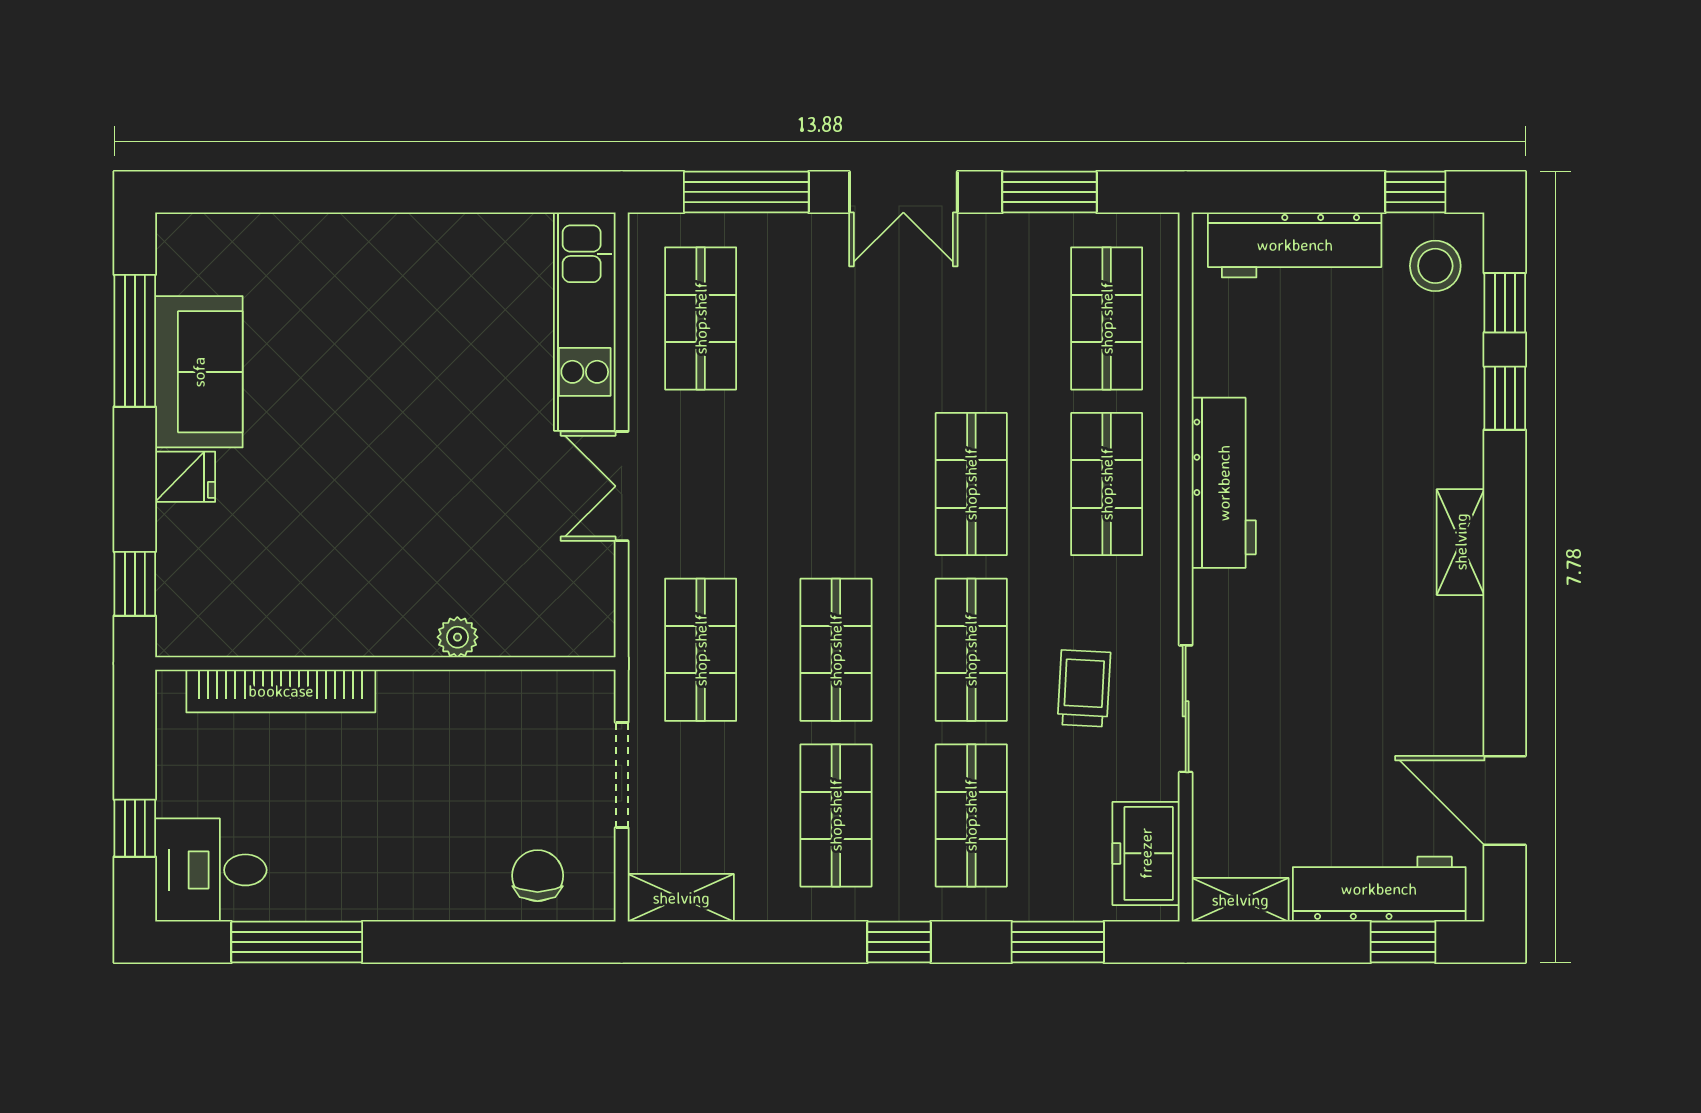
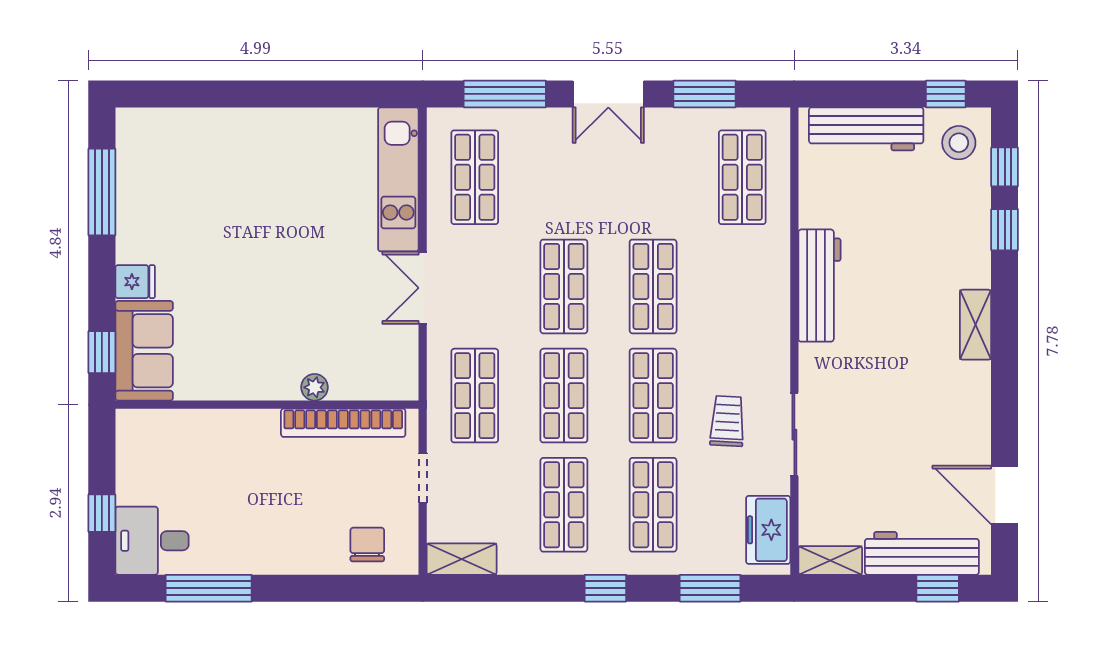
sofa: (199, 372) -> (144, 351), moved
shop shelf: (1107, 484) -> (564, 286), moved
bookcase: (281, 691) -> (343, 423), moved
doorway: (622, 775) -> (423, 478), width x0.73

